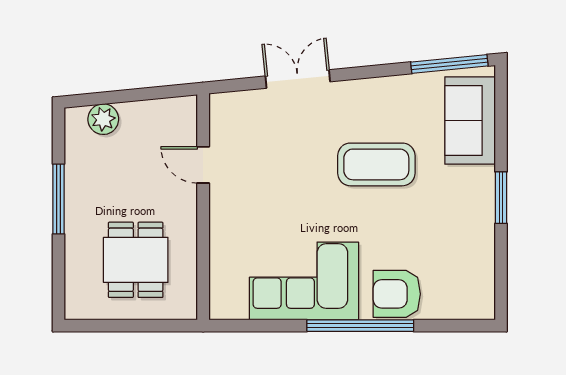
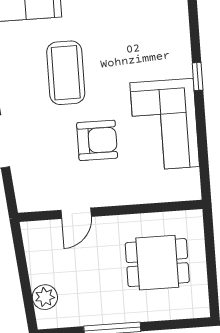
armchair: (397, 294) -> (97, 140), moved, turned -90
window: (360, 326) -> (198, 76), width x0.32

